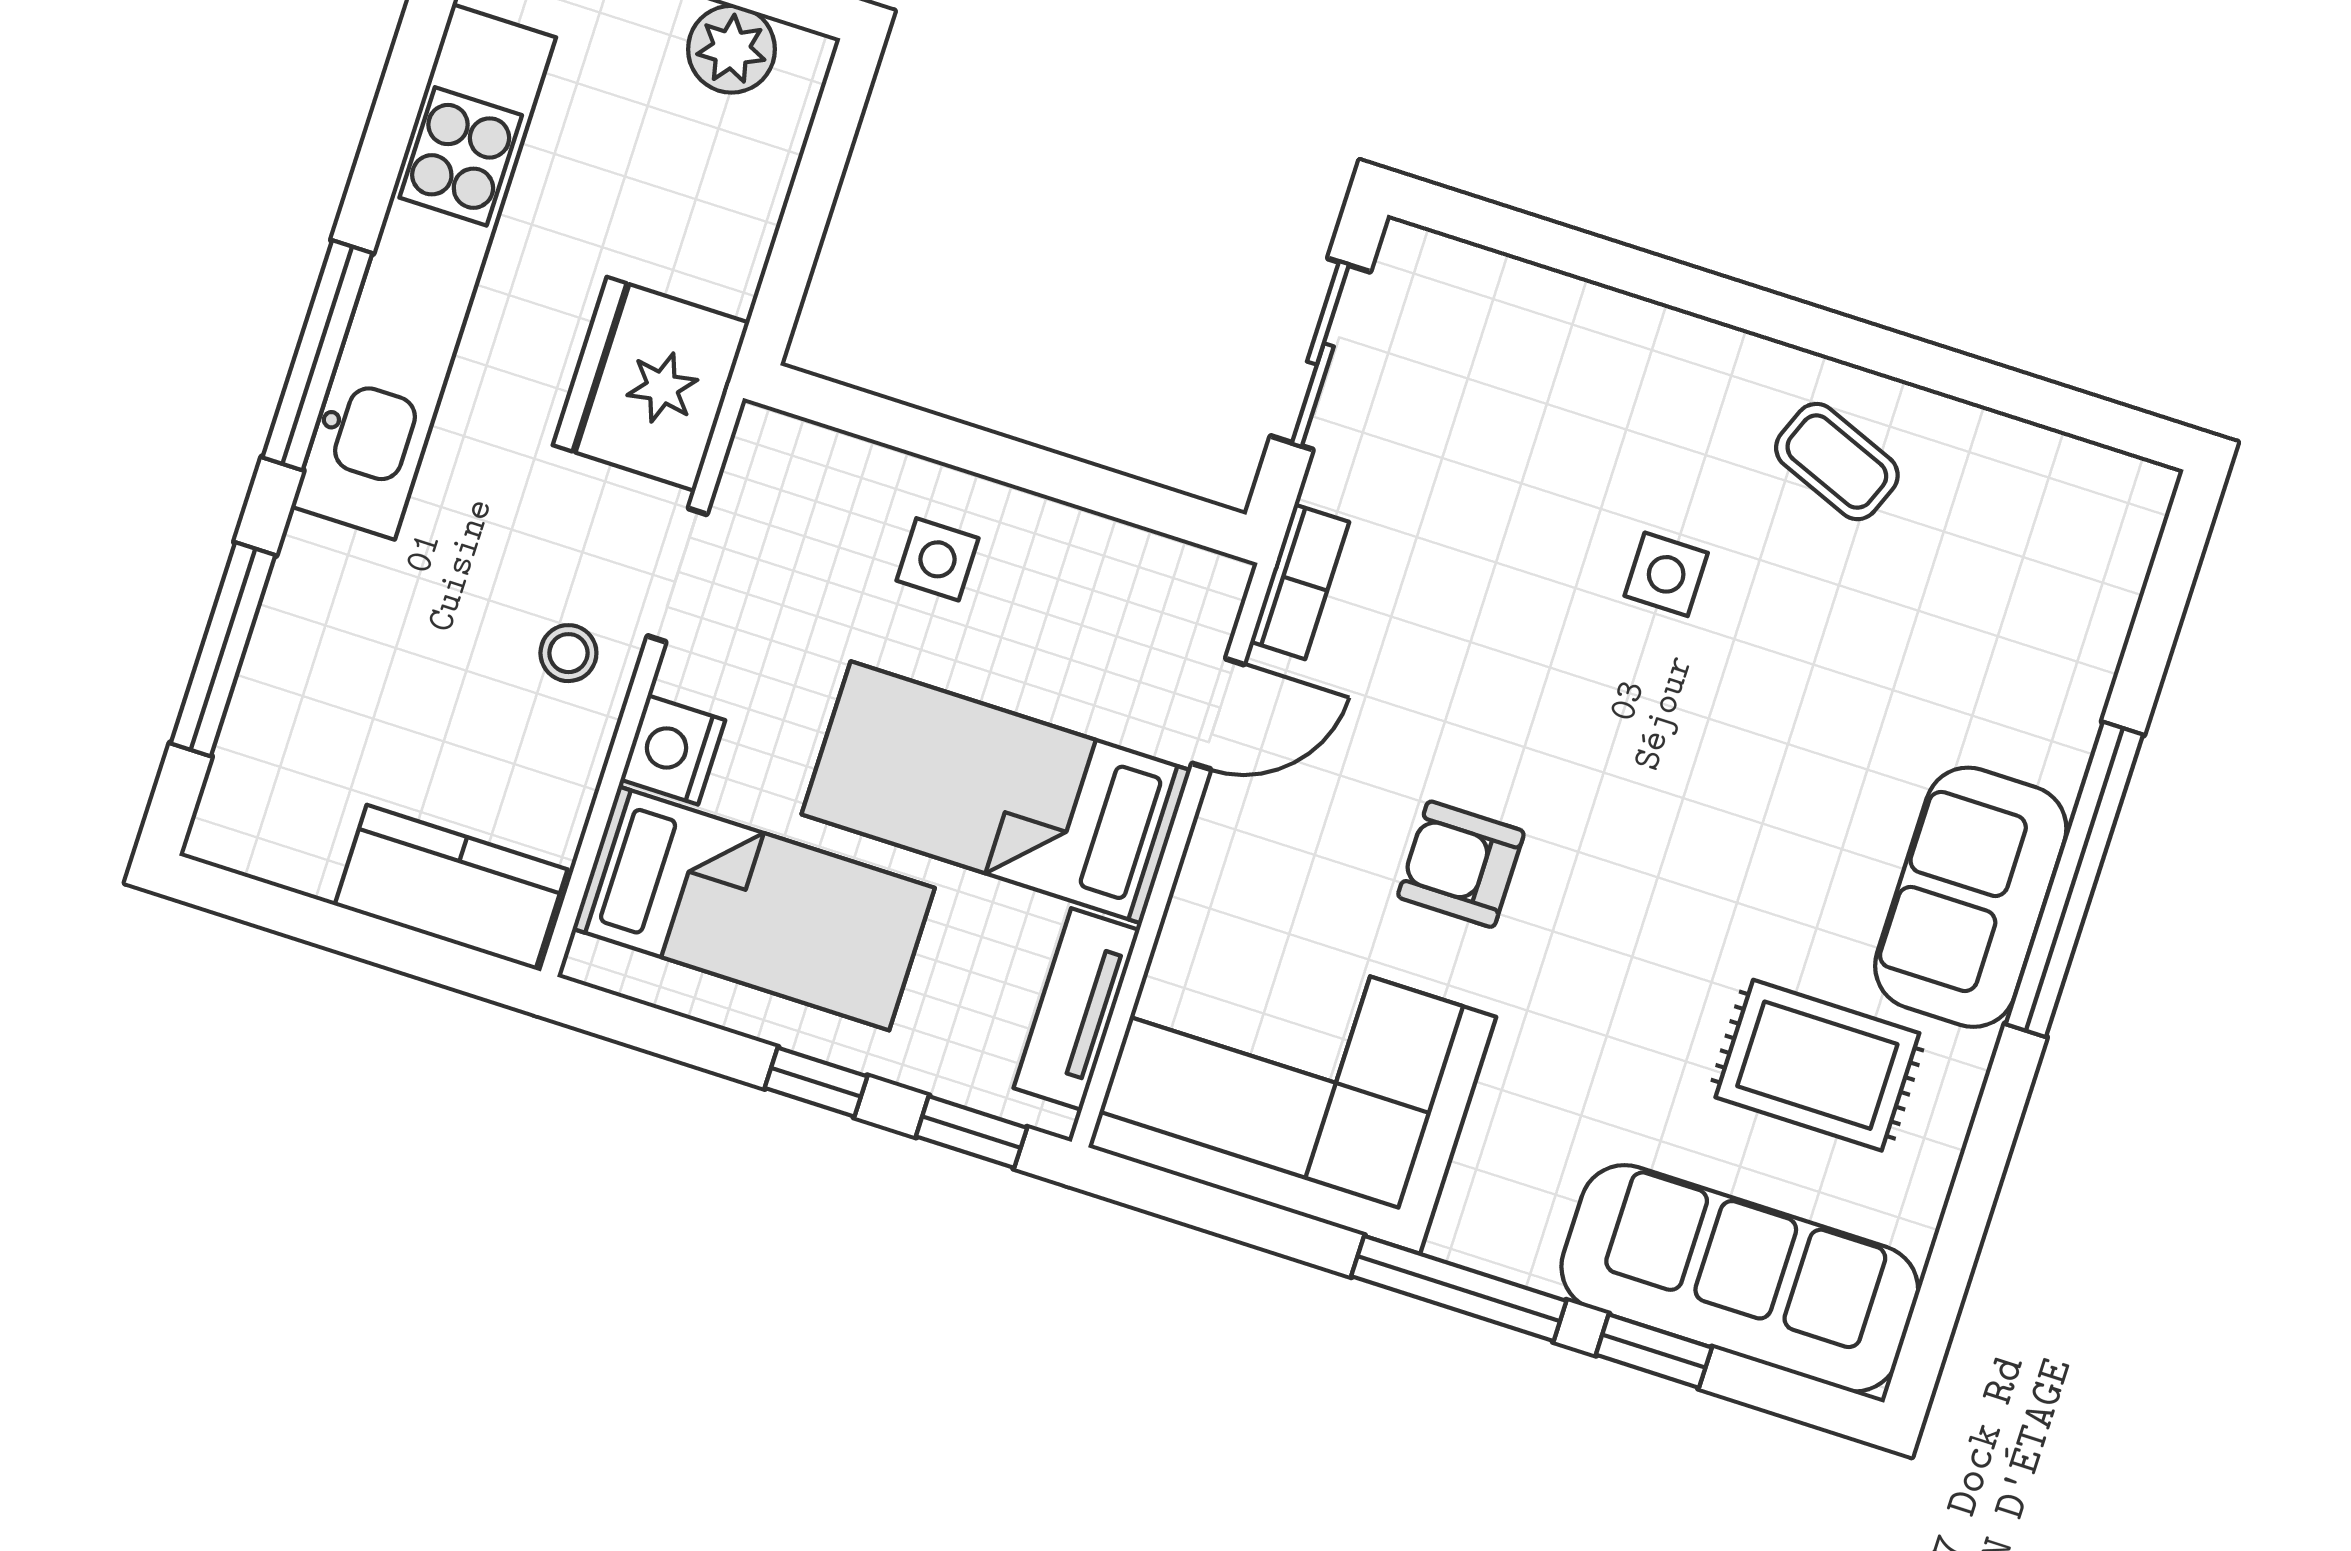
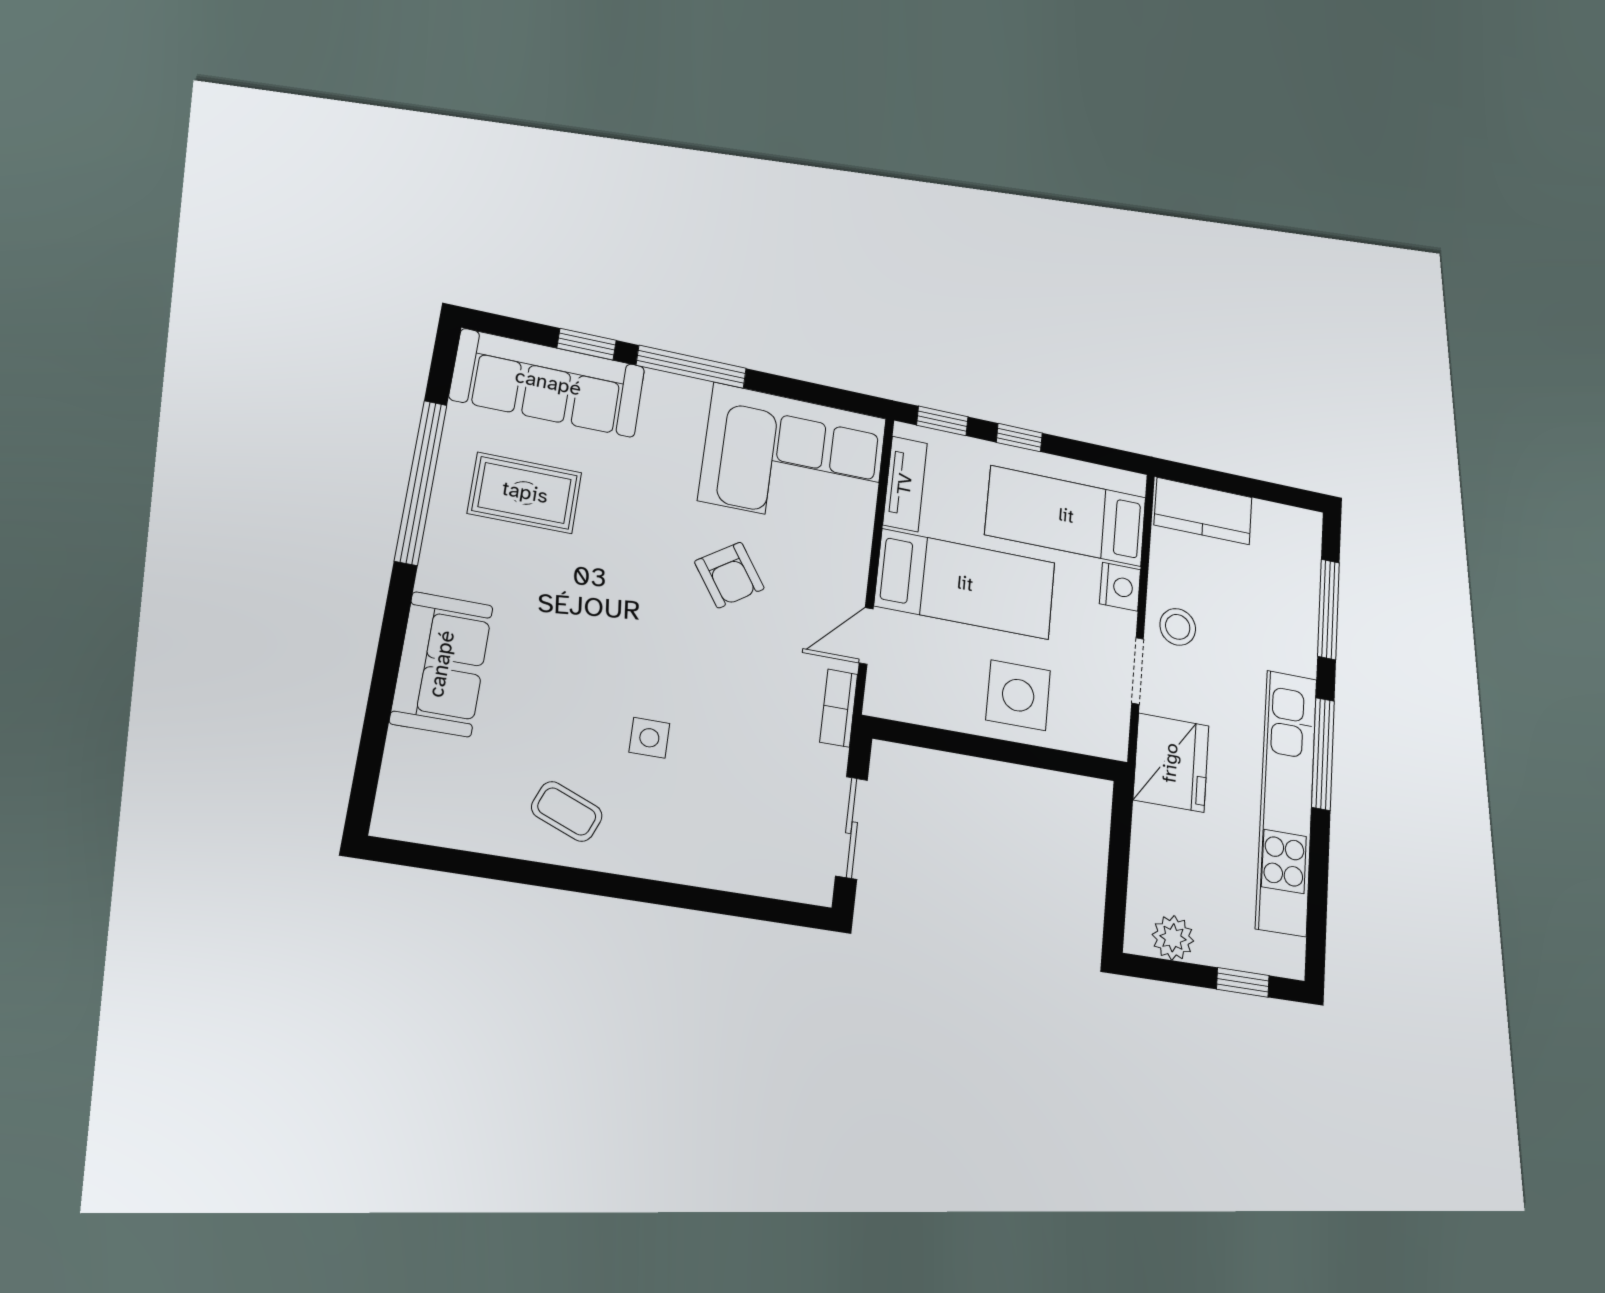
side table: (938, 559) -> (1018, 695), width x1.87, depth x1.87
stool: (568, 653) -> (1178, 627), width x1.37, depth x1.37
armchair: (1461, 864) -> (729, 575), turned 56
window: (2074, 879) -> (421, 482), moved
sofa: (1971, 897) -> (442, 664), moved

